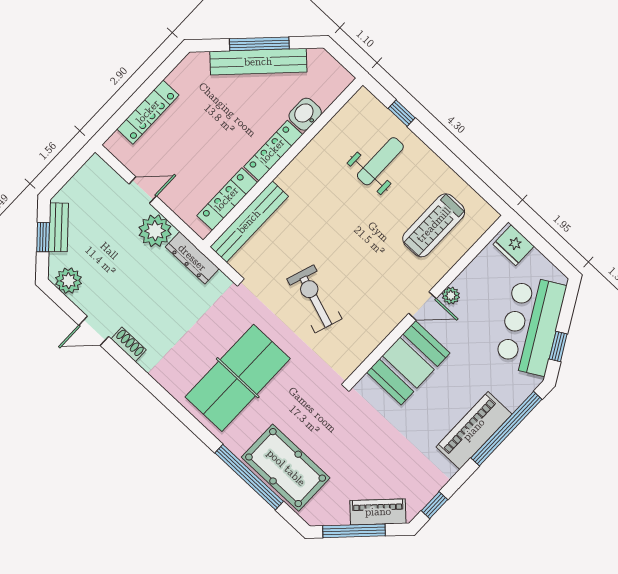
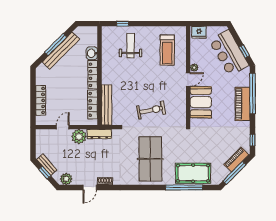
exercise bike: (314, 299) -> (151, 110), turned 150

